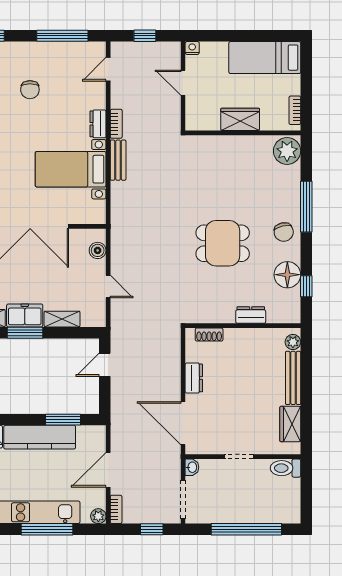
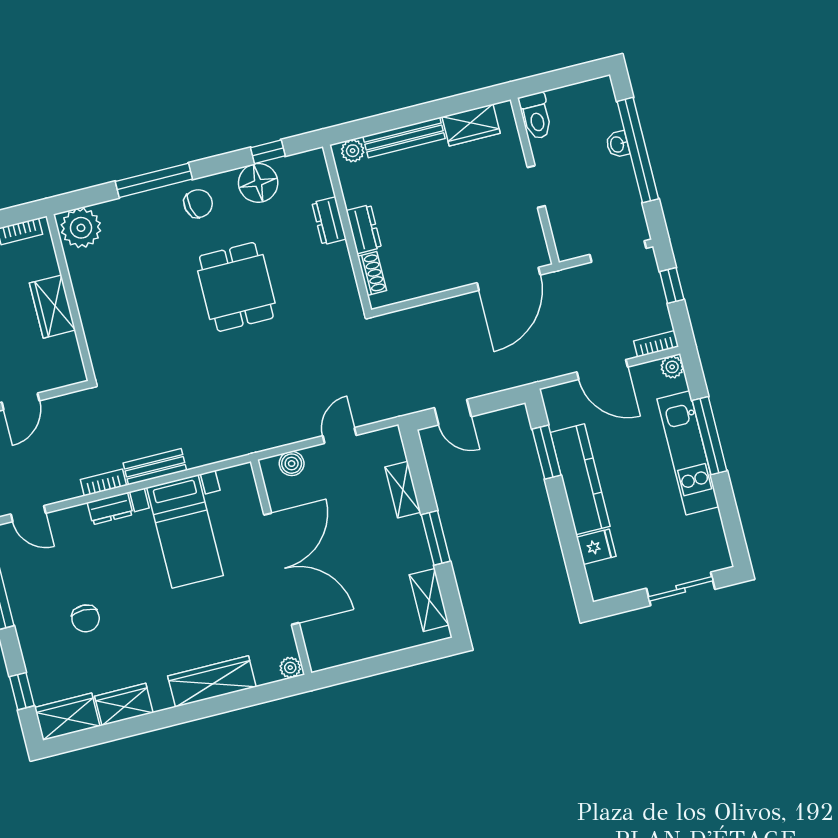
chair: (30, 90) -> (86, 618), turned 90
freezer: (25, 315) -> (411, 545), removed
dresser: (194, 378) -> (364, 229), moved, turned 90
washbasin: (192, 467) -> (618, 144), moved, turned -90

